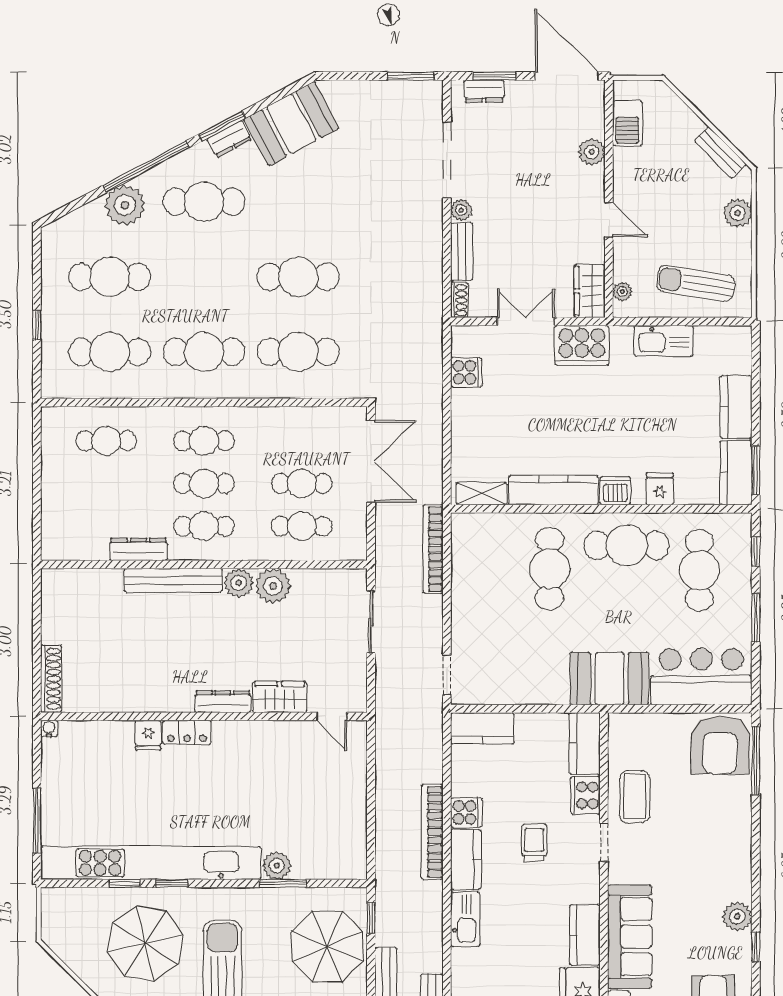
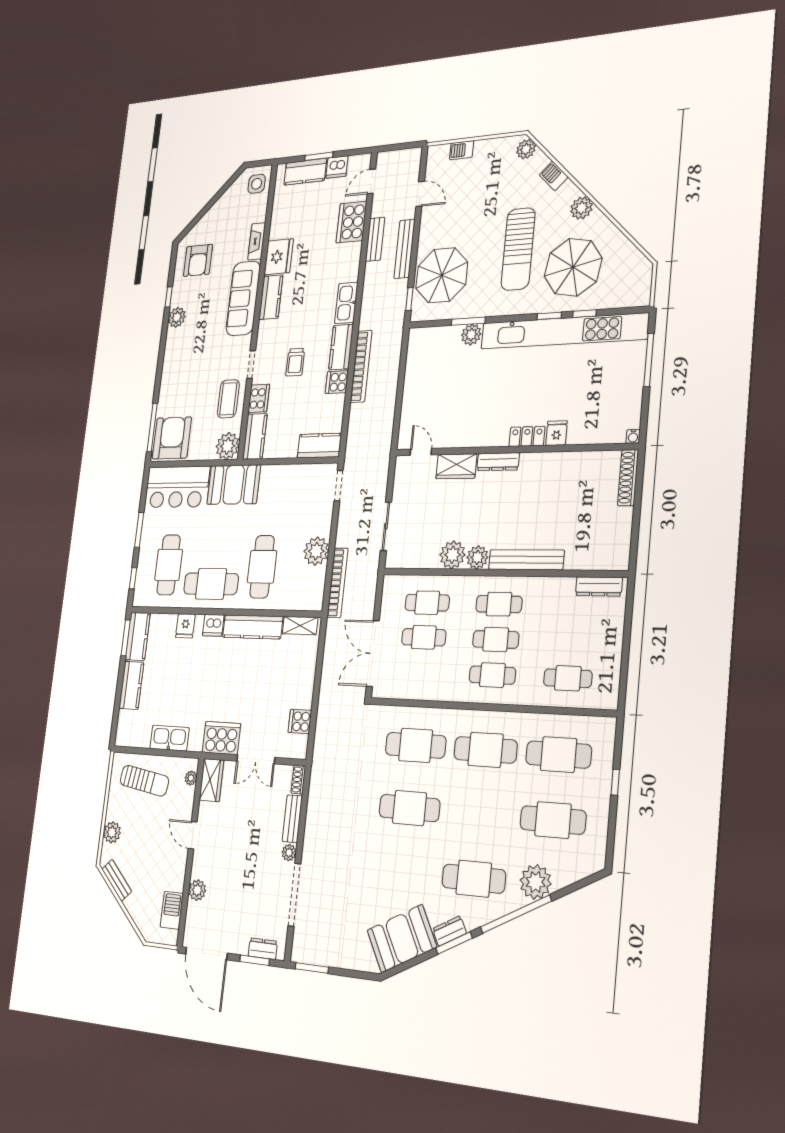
dresser: (139, 549) -> (599, 586), moved
plant: (470, 590) -> (316, 551), added
plant: (627, 731) -> (228, 446), added

